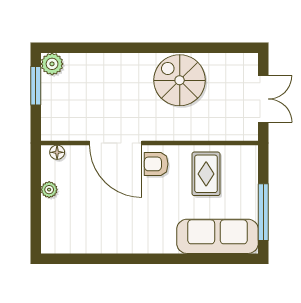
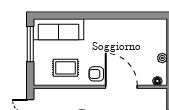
armchair: (156, 164) -> (96, 74), turned 180
rug: (206, 174) -> (66, 68), turned 90

